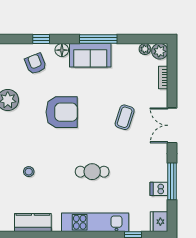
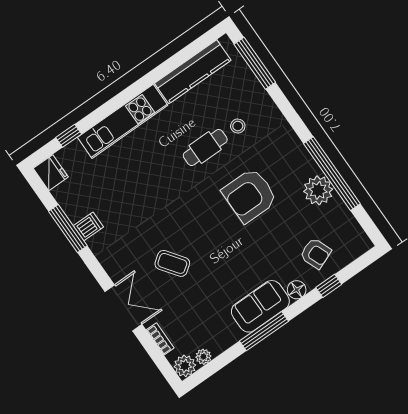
armchair: (62, 112) -> (250, 195), moved
coffee table: (125, 117) -> (172, 263), turned -54
double door: (172, 125) -> (123, 308), moved
cafe table: (92, 172) -> (205, 148), moved
dishwasher: (159, 189) -> (88, 226), moved
kitchen counter: (33, 222) -> (193, 72), width x1.50

